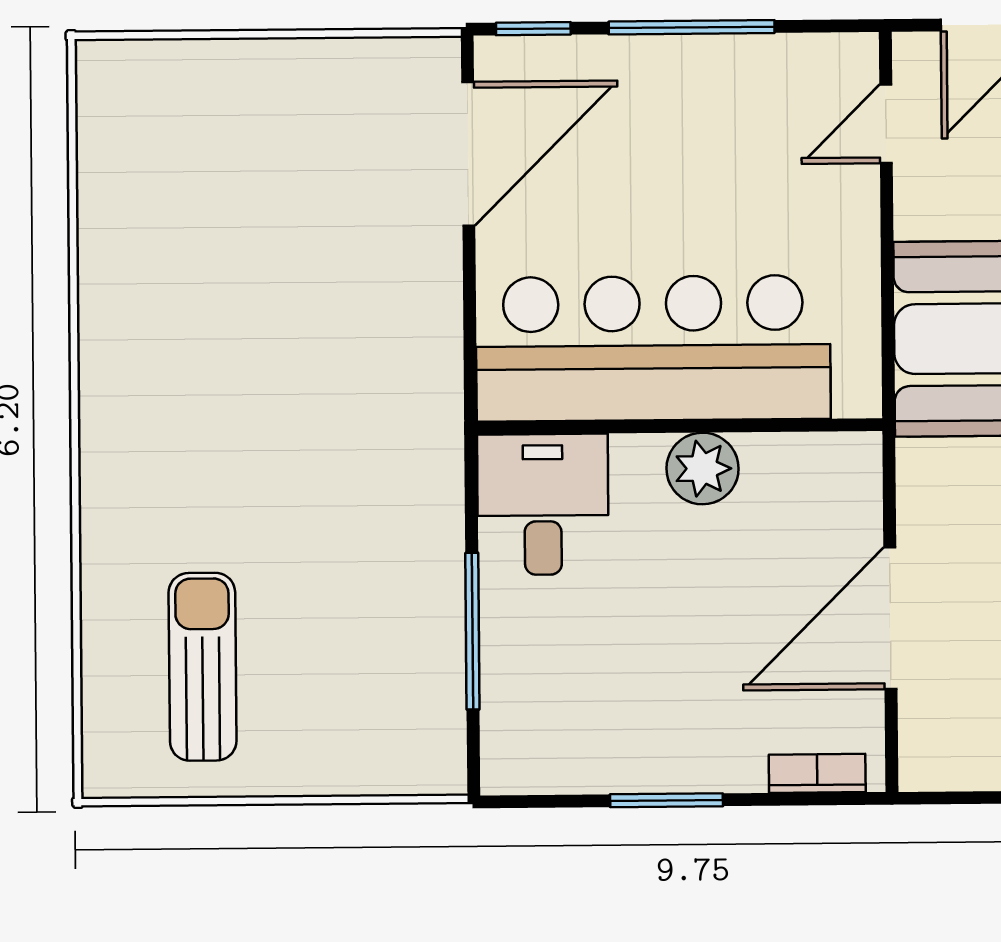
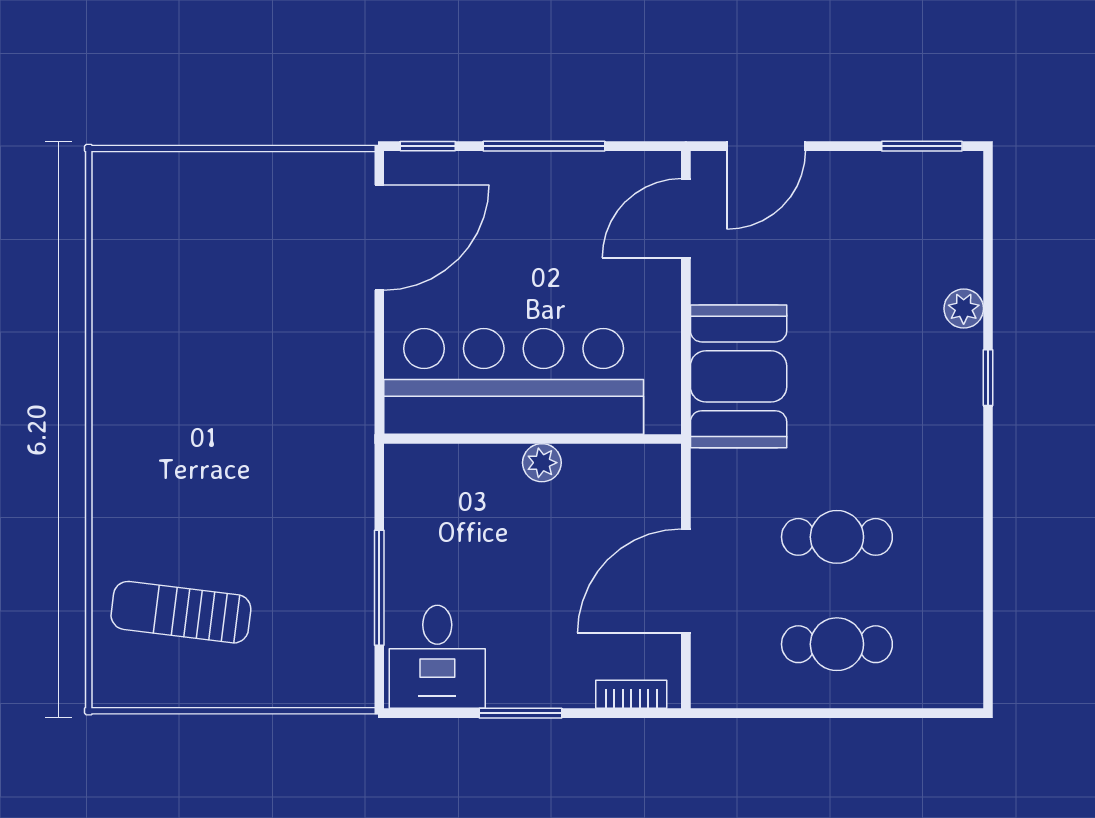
door: (886, 124) -> (686, 218), width x1.38
plant: (703, 469) -> (542, 463), width x0.73, depth x0.73
desk: (543, 504) -> (437, 657), moved, turned 180
sun lounger: (203, 667) -> (181, 612), turned -83

